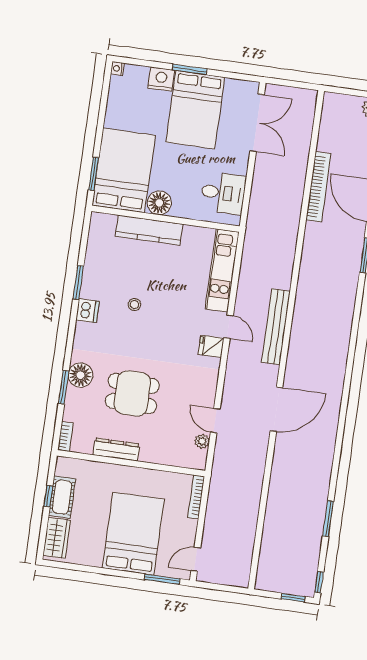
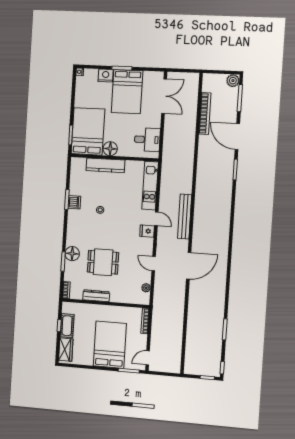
bookcase: (318, 187) -> (205, 113), moved
dishwasher: (88, 311) -> (74, 202), moved
door: (215, 421) -> (154, 264), moved

